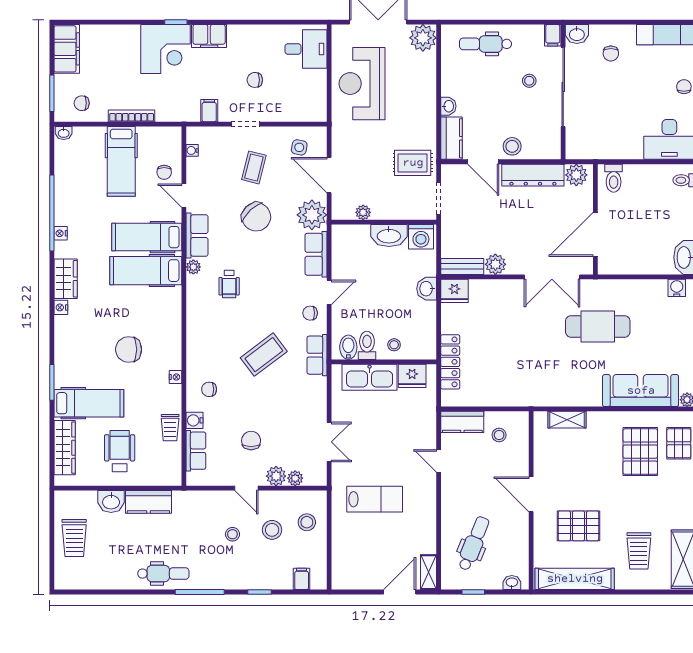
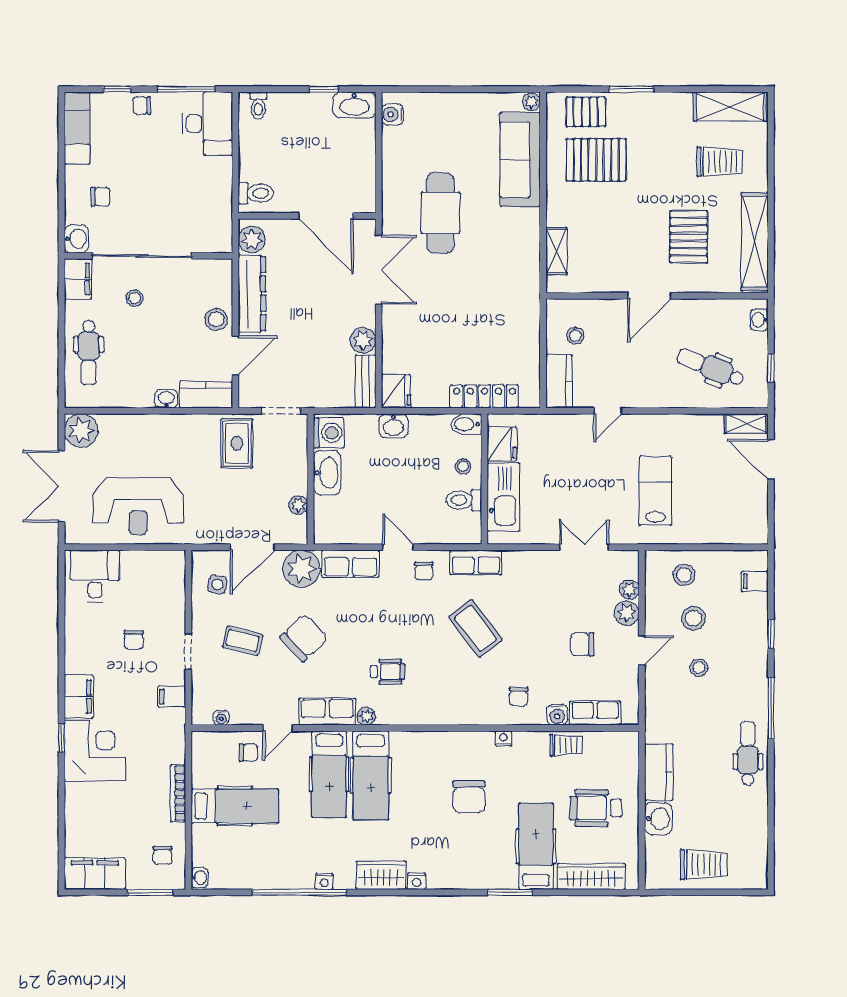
filing cabinet: (553, 35) -> (78, 279), width x2.00
bidet: (348, 347) -> (466, 424), moved

